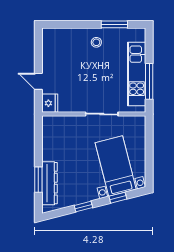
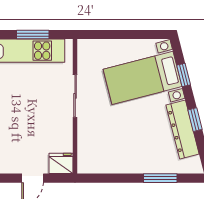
window: (149, 81) -> (33, 35), width x0.69
dresser: (49, 183) -> (183, 129), moved, turned -104

